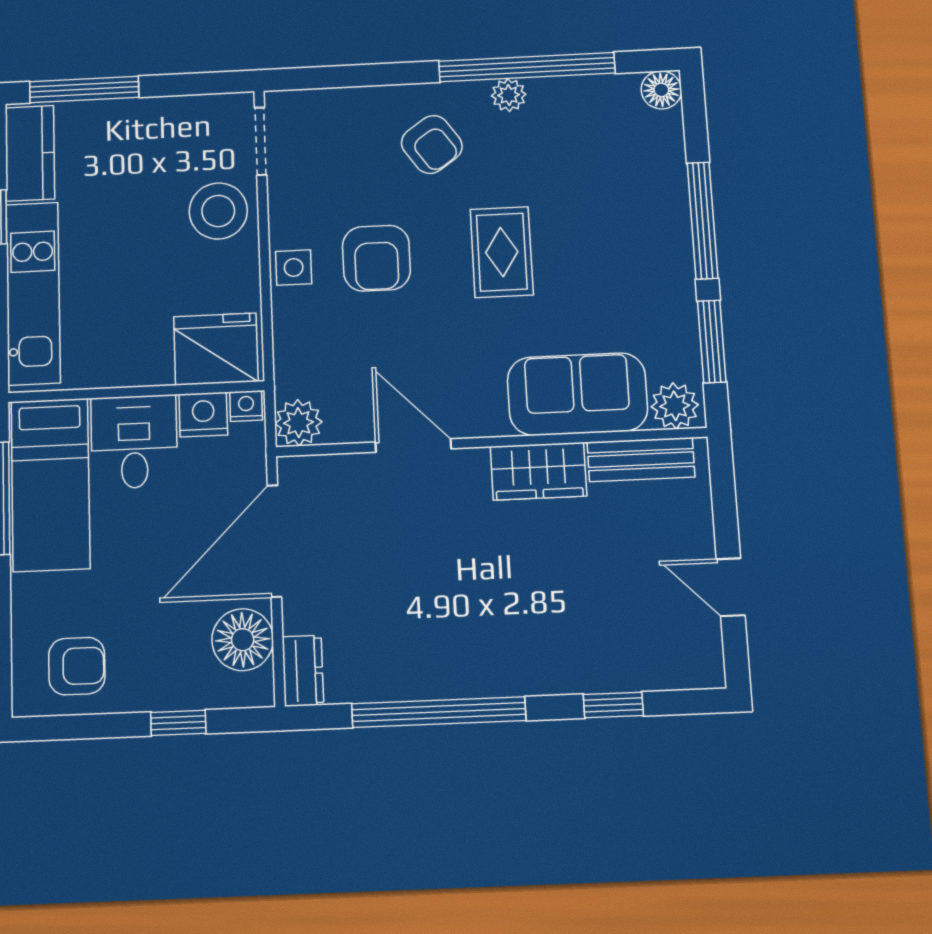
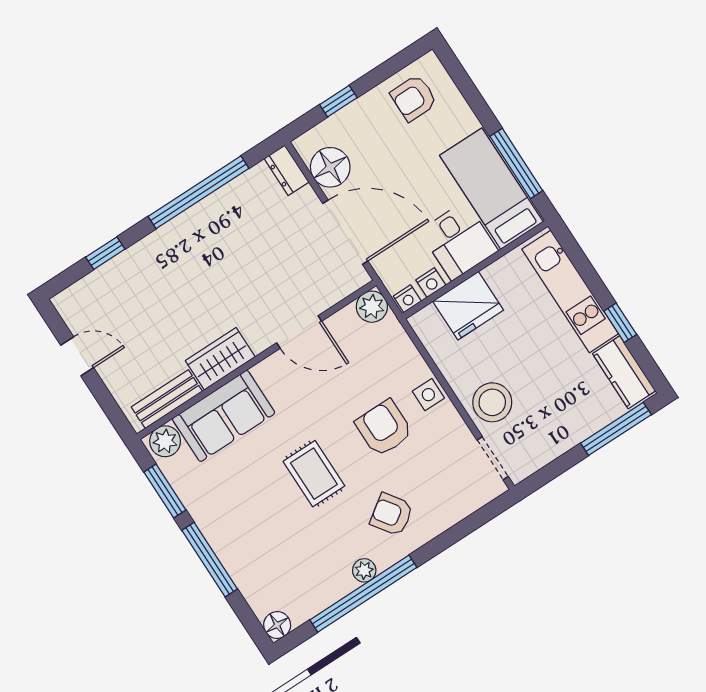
fridge: (216, 349) -> (468, 306), moved
nightstand: (203, 415) -> (431, 283), width x0.72, depth x0.74
door: (274, 541) -> (345, 232), hinge flipped

